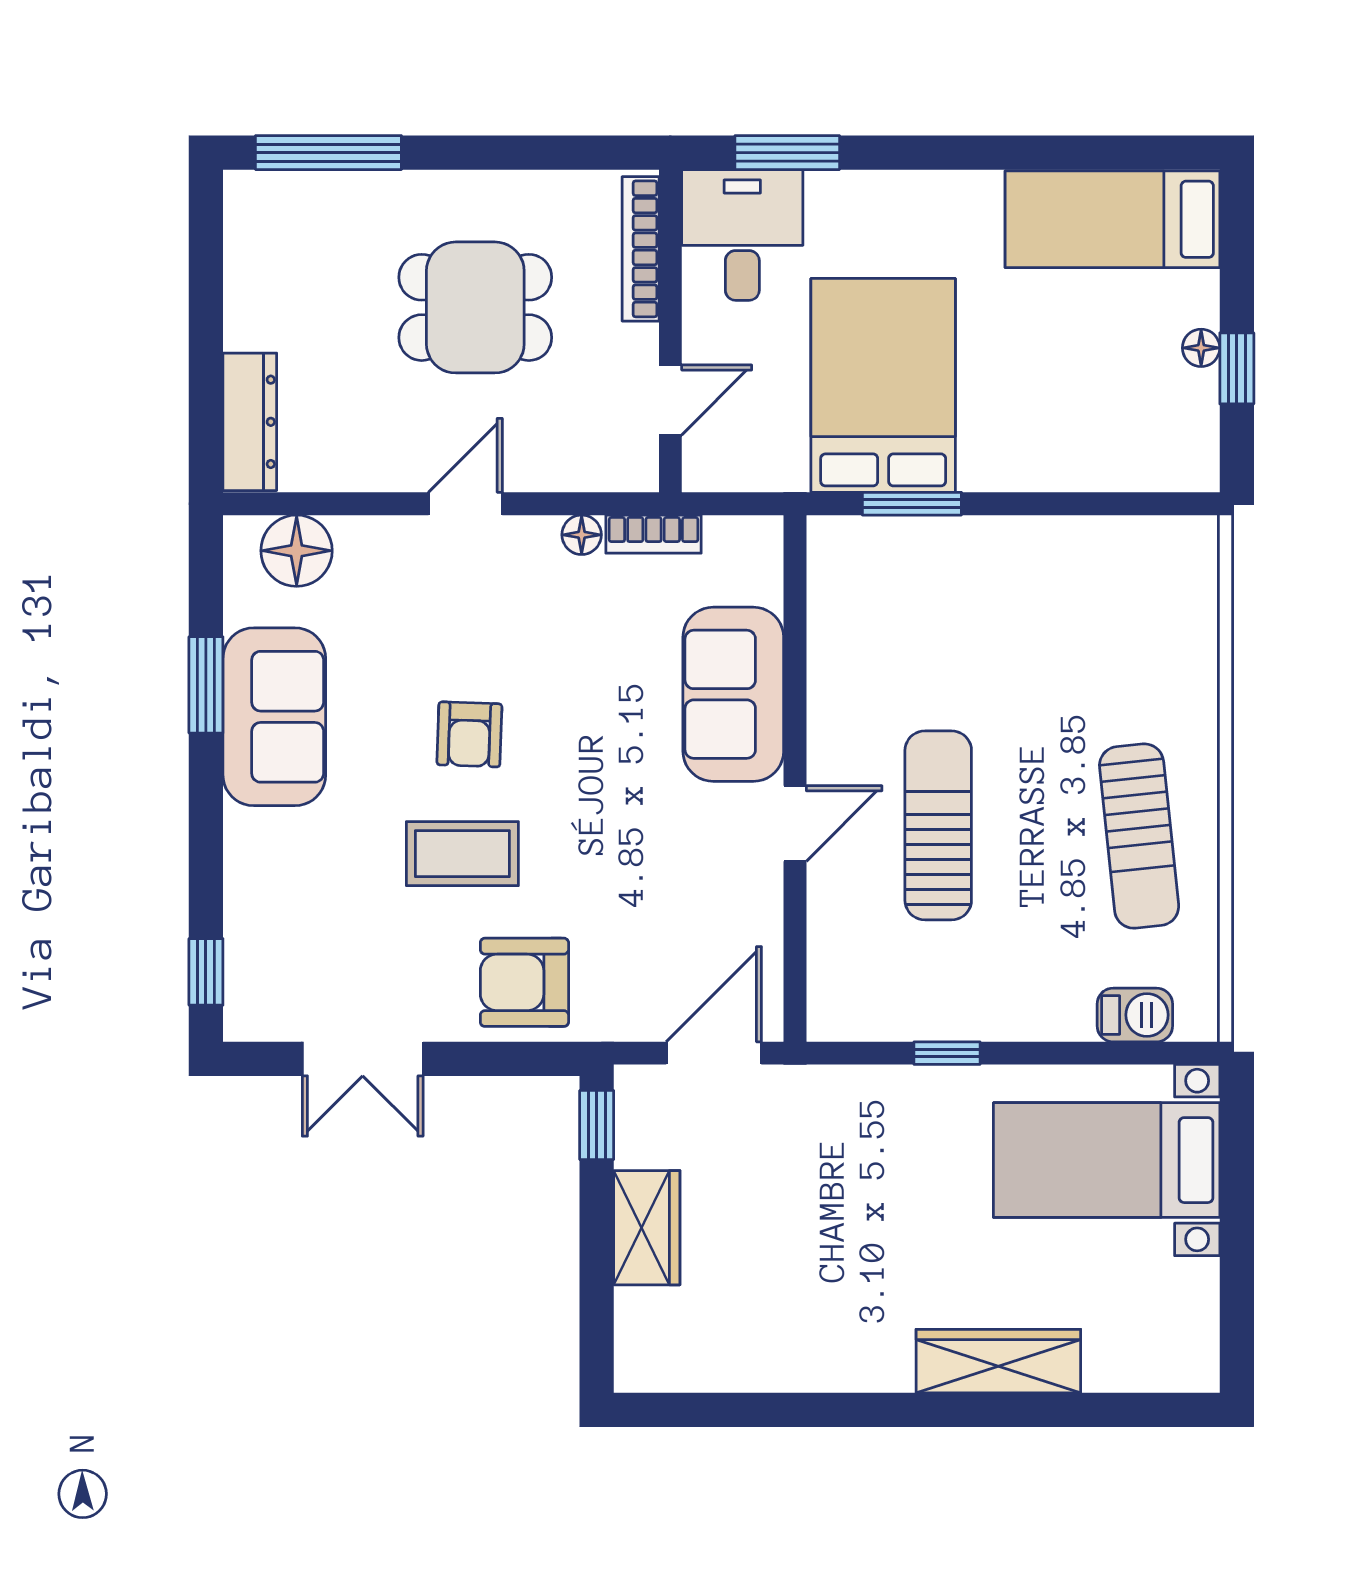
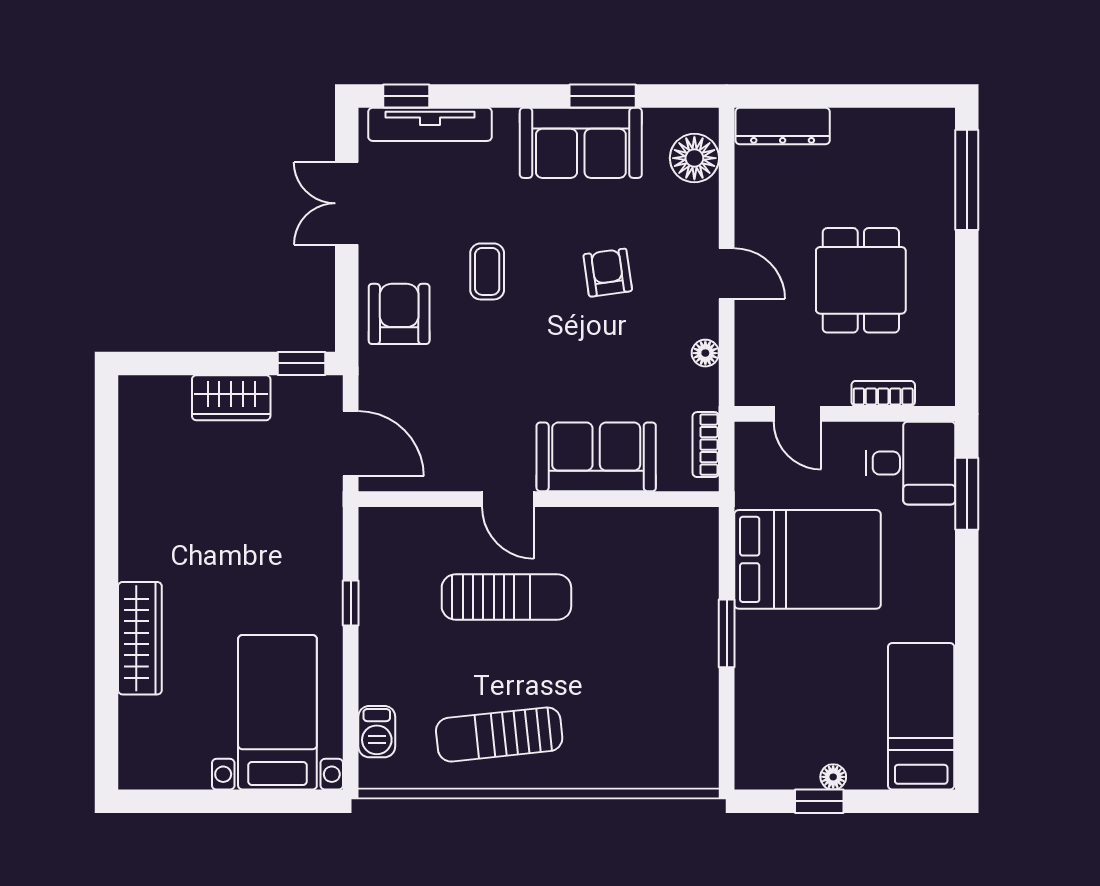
bookcase: (641, 249) -> (883, 393), width x0.64
window: (912, 504) -> (727, 633), moved
bookcase: (654, 534) -> (706, 445), moved
armchair: (469, 734) -> (608, 273), moved, turned 80
coffee table: (462, 854) -> (487, 271), width x0.73, depth x0.77
tv unit: (247, 937) -> (430, 124), added

